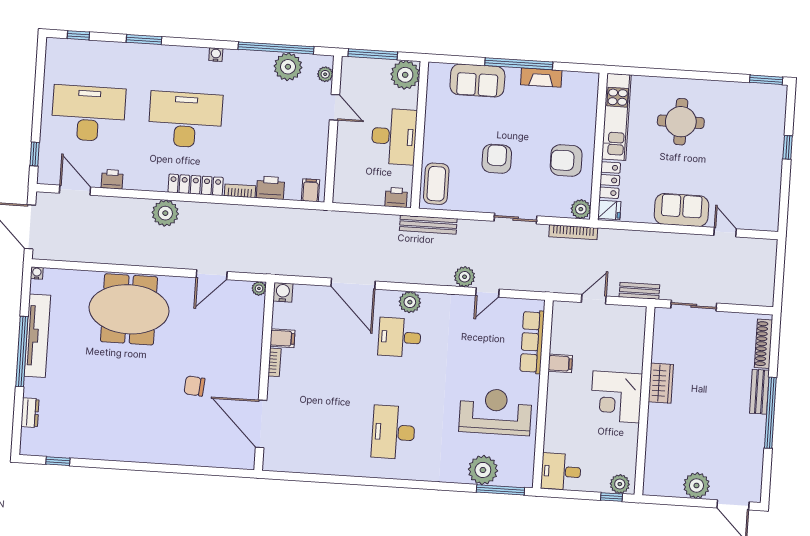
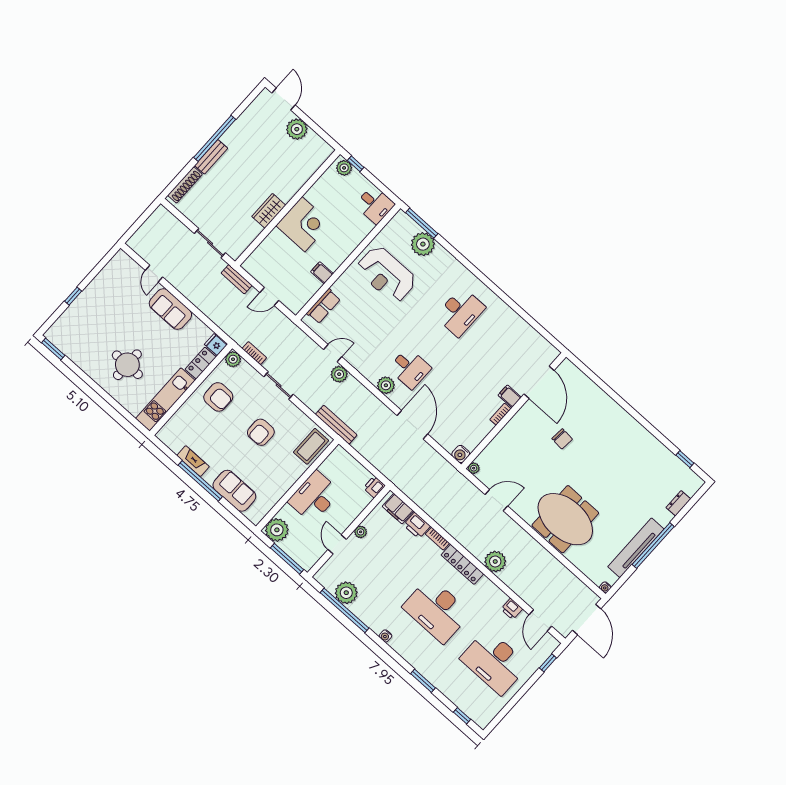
plant: (325, 74) -> (361, 532), moved
filing cabinet: (311, 190) -> (398, 509), width x2.00
printer: (396, 197) -> (374, 487), moved, turned 90
bookcase: (573, 232) -> (254, 353), width x0.64
filing cabinet: (282, 338) -> (510, 396), moved
row of seats: (532, 342) -> (324, 306), width x0.68

